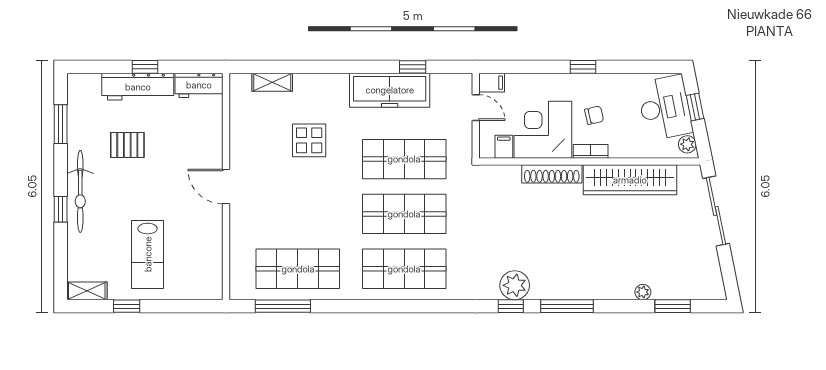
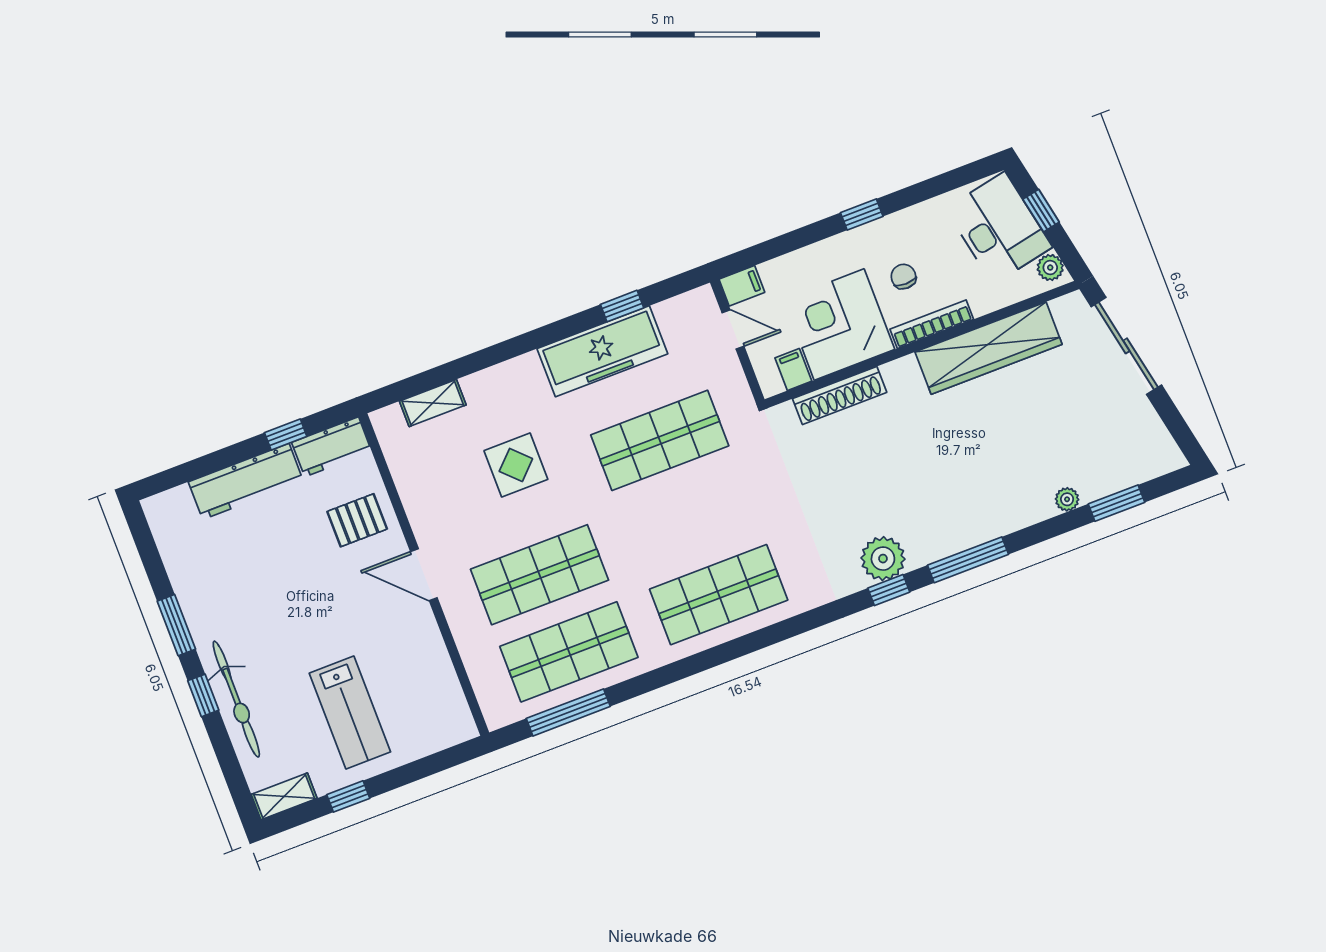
window: (145, 67) -> (286, 434), moved
chair: (594, 115) -> (903, 277), turned -77
window: (61, 124) -> (176, 625), moved
pallet: (127, 145) -> (357, 520), moved
bookcase: (591, 151) -> (932, 324), width x1.56
shoe rack: (552, 174) -> (840, 396), moved
bicycle: (80, 191) -> (236, 699), moved
shop shelf: (404, 214) -> (539, 575), moved

